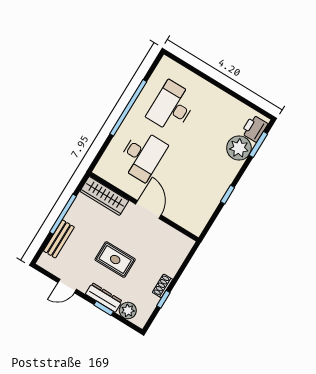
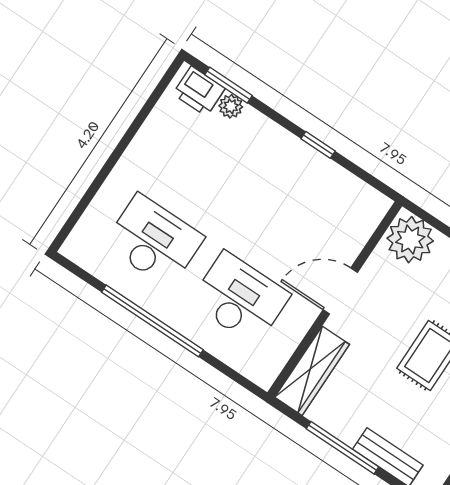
desk: (172, 107) -> (154, 241), turned 180
plant: (239, 148) -> (231, 106), width x0.53, depth x0.53
plant: (178, 247) -> (410, 240), added

